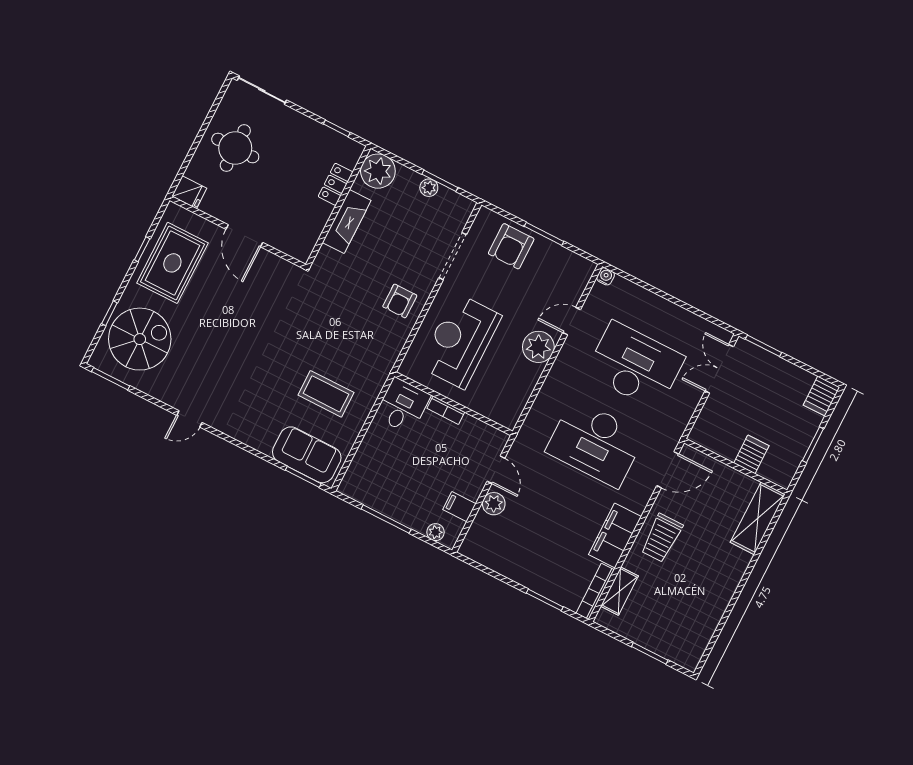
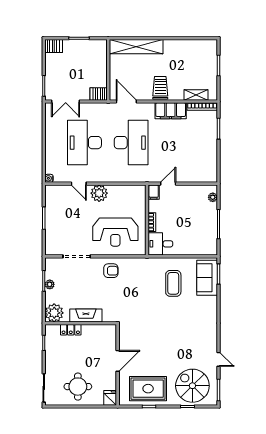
armchair: (511, 246) -> (58, 231), removed
door: (189, 419) -> (218, 359), moved
server rack: (751, 454) -> (99, 94), moved
plant: (494, 504) -> (185, 176), removed
filing cabinet: (459, 507) -> (154, 192), moved
shelving: (758, 518) -> (136, 47), width x1.47
trolley: (662, 538) -> (160, 88), turned -90

